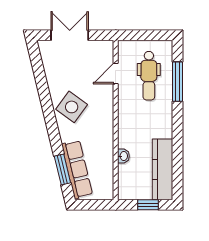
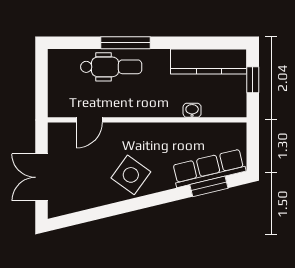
door: (116, 74) -> (89, 120), hinge flipped
dental chair: (149, 76) -> (111, 67), moved
window: (178, 82) -> (125, 43), moved

